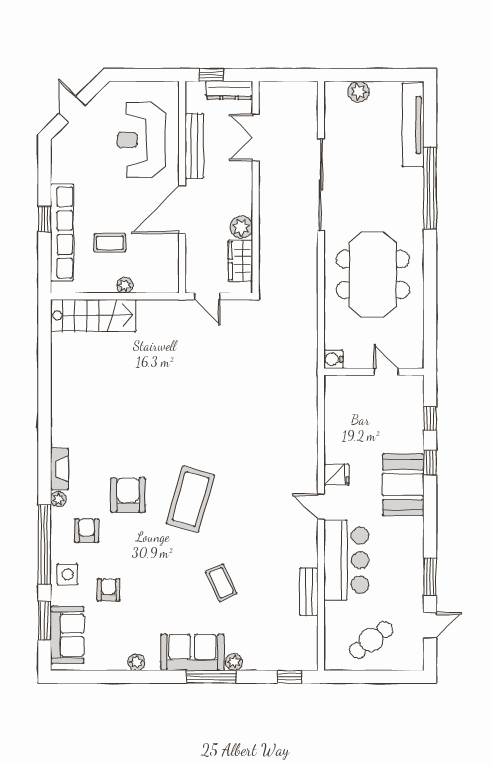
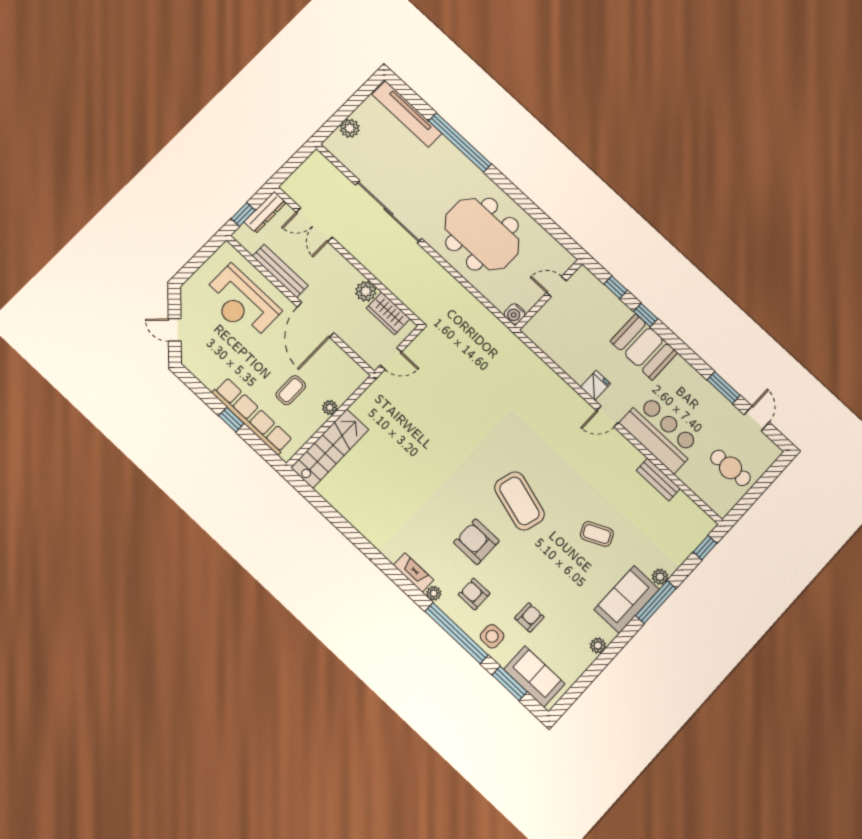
armchair: (108, 590) -> (529, 617), turned 90
cafe table: (371, 640) -> (730, 468), turned -55

